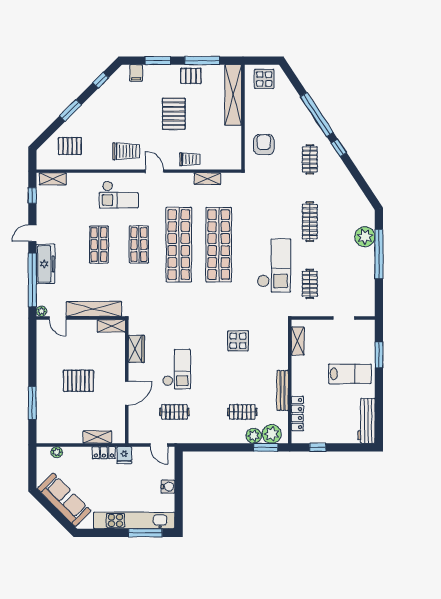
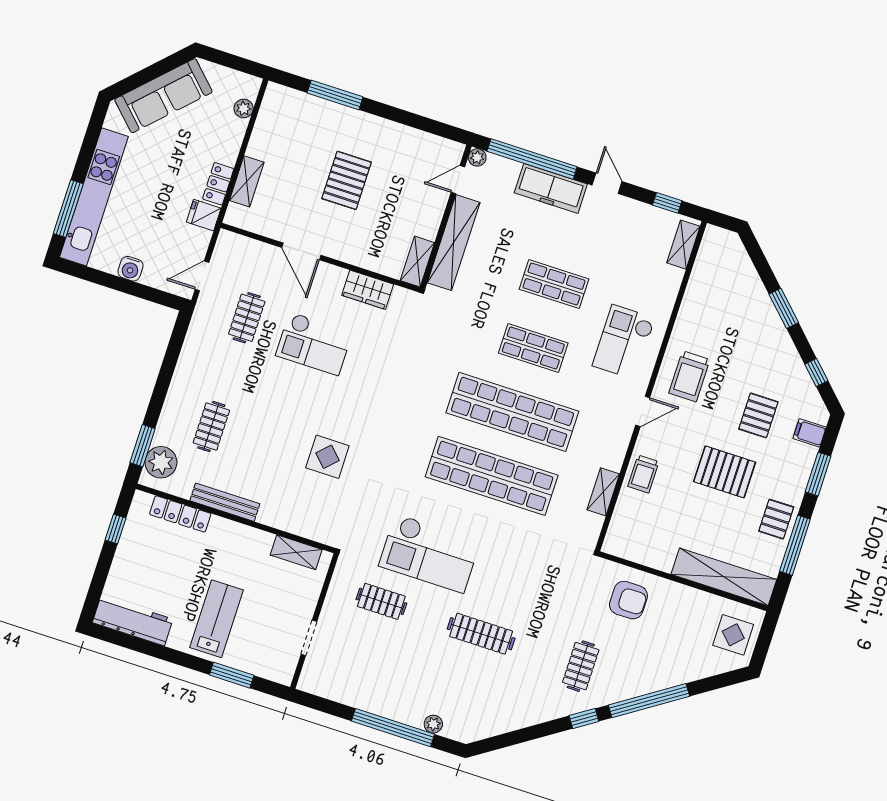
pallet: (70, 146) -> (758, 415), moved
clothes rail: (310, 159) -> (581, 666), turned 90
plant: (365, 237) -> (433, 724), width x0.53, depth x0.53
lab bench: (350, 374) -> (217, 619), turned 180
plant: (254, 436) -> (167, 432), removed

